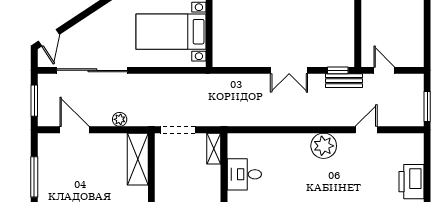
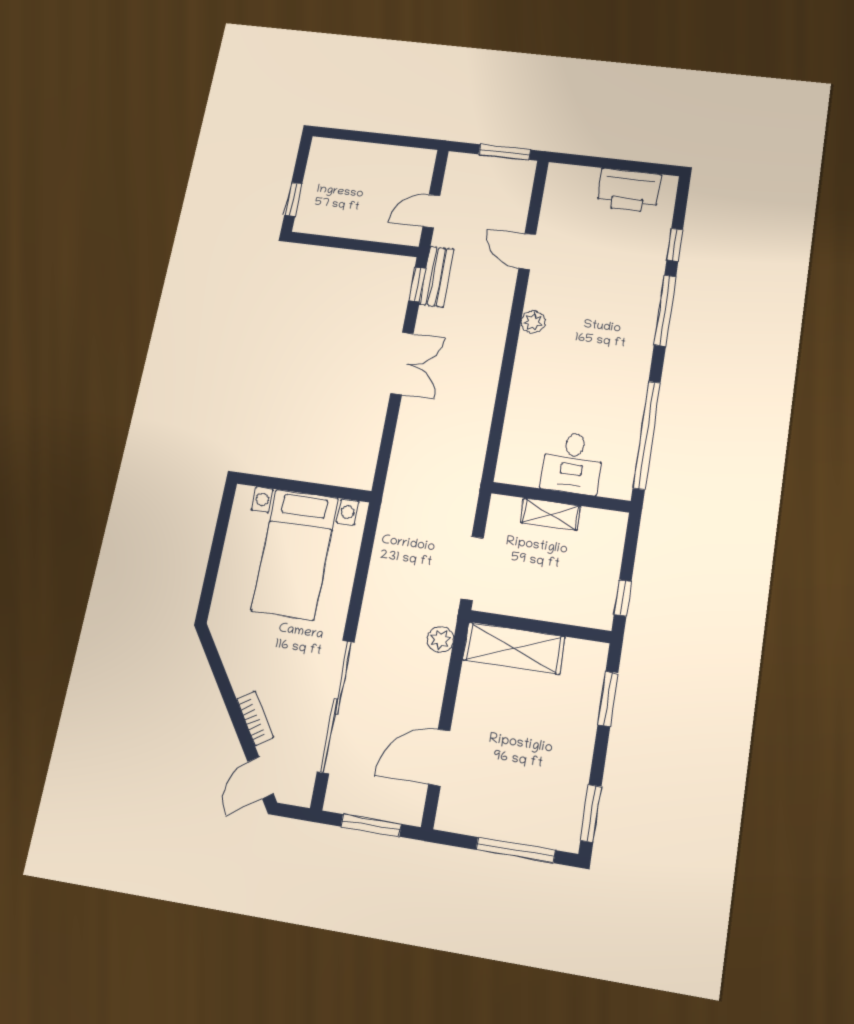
bookcase: (79, 28) -> (255, 718), added
door: (49, 38) -> (261, 778), swing flipped
plant: (120, 119) -> (440, 639), moved
plant: (324, 146) -> (533, 322), width x0.53, depth x0.53
shelving: (214, 149) -> (550, 514), moved

